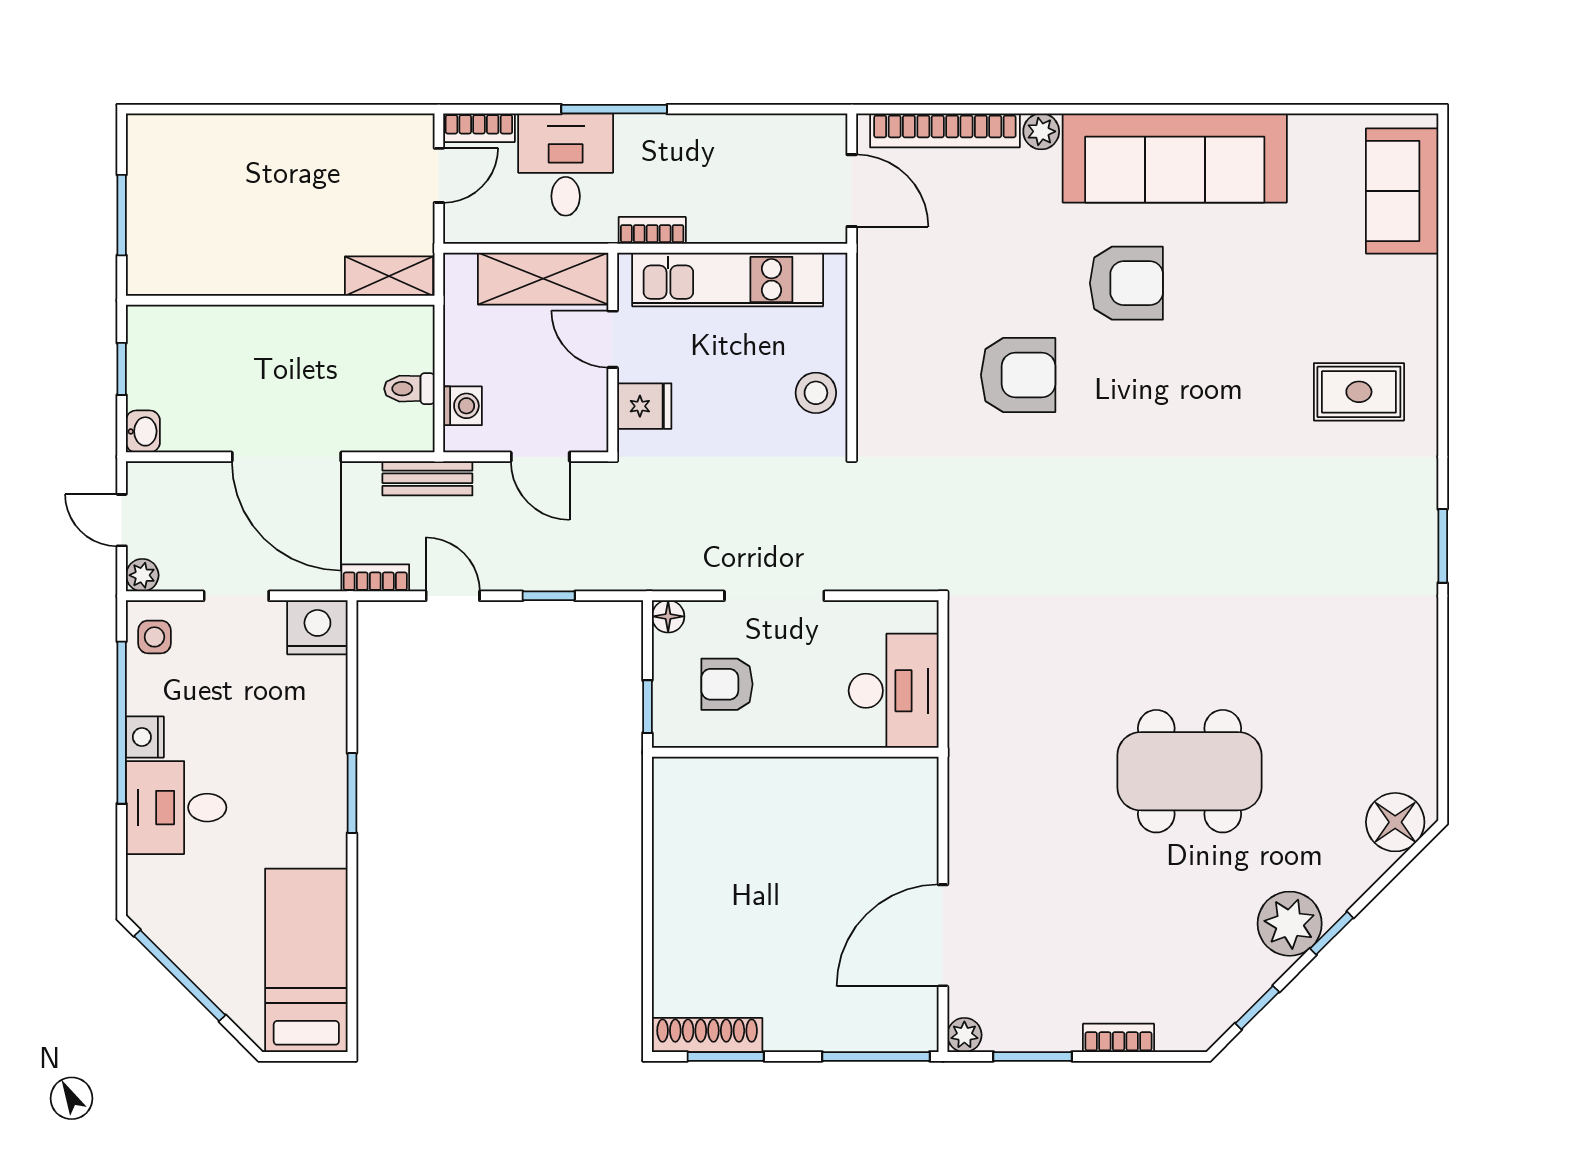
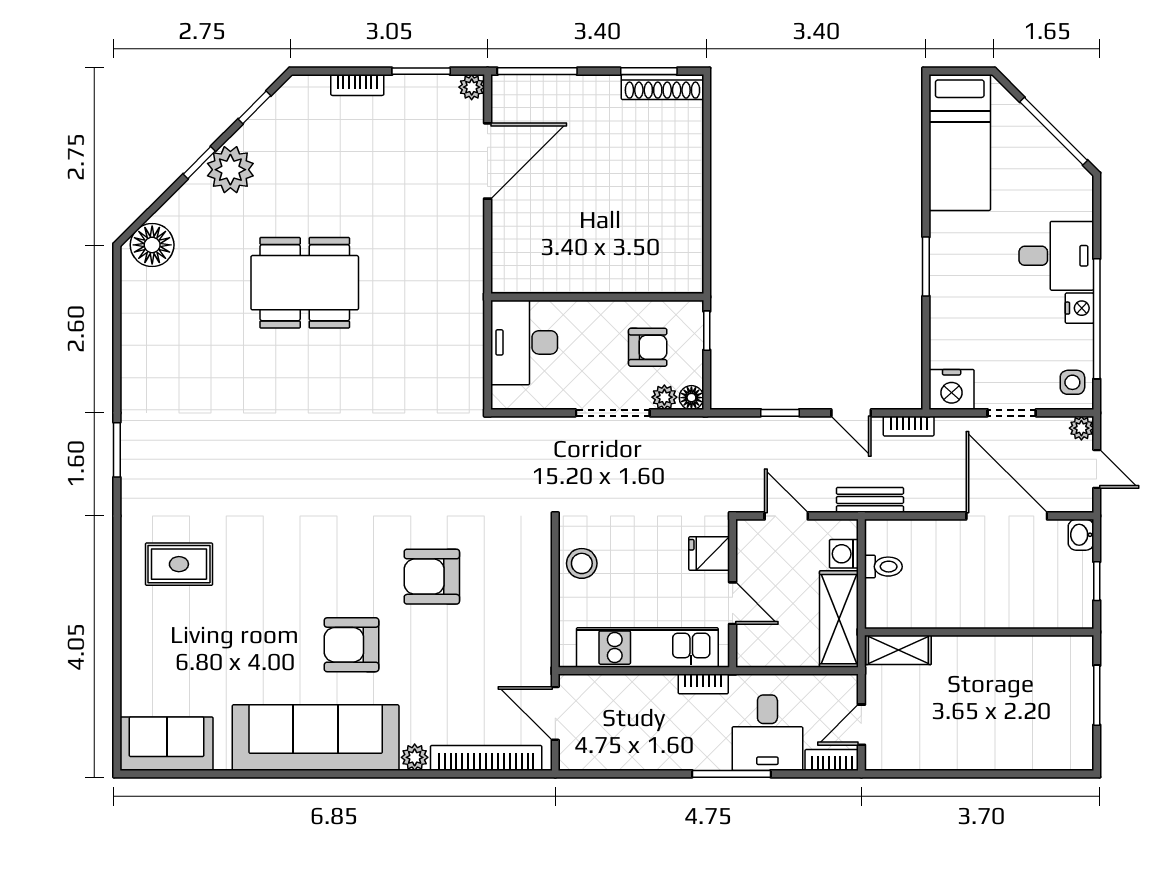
sofa: (1402, 191) -> (167, 744), moved, turned -90
shelving: (543, 279) -> (839, 619), moved, turned 90
door: (286, 457) -> (1007, 516), moved
plant: (705, 617) -> (664, 397), added

